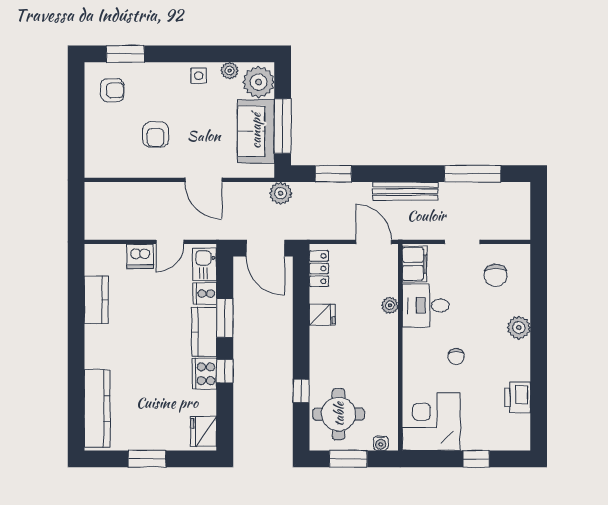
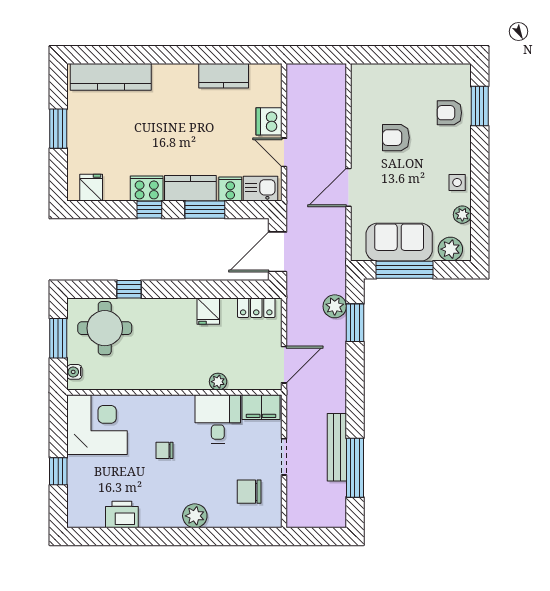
plant: (258, 82) -> (450, 249), width x0.73, depth x0.73
armchair: (112, 90) -> (449, 113), moved, turned 90
bench: (405, 191) -> (337, 447), moved
plant: (281, 193) -> (335, 306), moved
fridge: (204, 431) -> (91, 188), width x0.72

